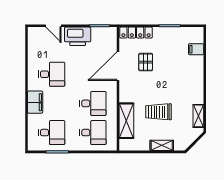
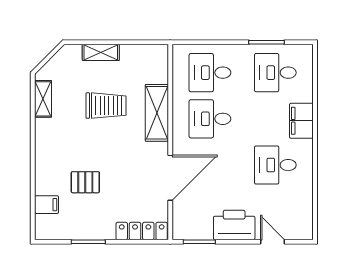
pallet: (146, 62) -> (85, 182), moved, turned 90
shelving: (126, 121) -> (157, 113), moved

